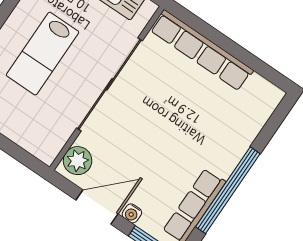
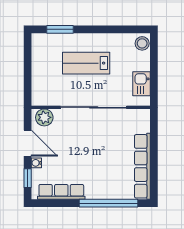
row of seats: (202, 50) -> (142, 166), moved
window: (228, 190) -> (109, 203), moved

